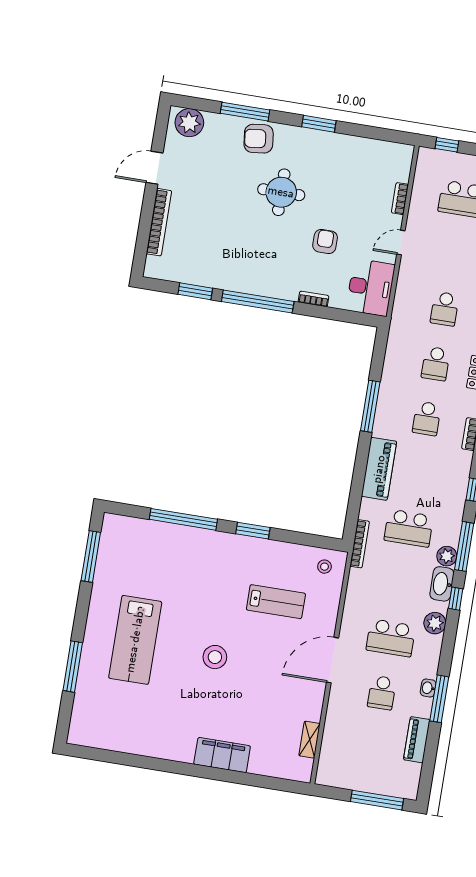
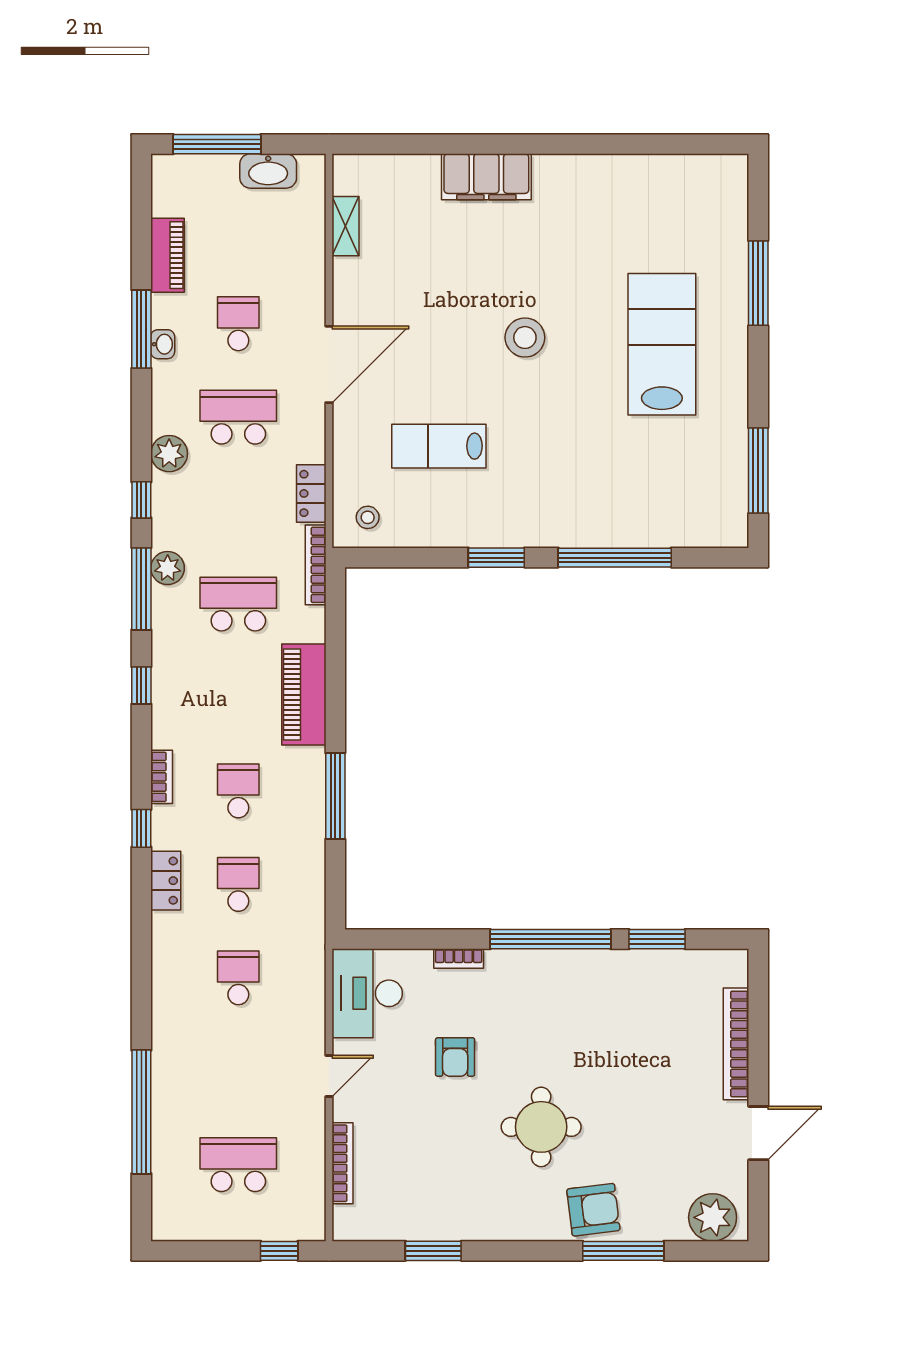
window: (319, 124) -> (433, 1251), moved
bookcase: (400, 199) -> (343, 1163), width x1.56
washbasin: (442, 584) -> (268, 171), moved, turned 90
locker: (355, 586) -> (311, 493), added

